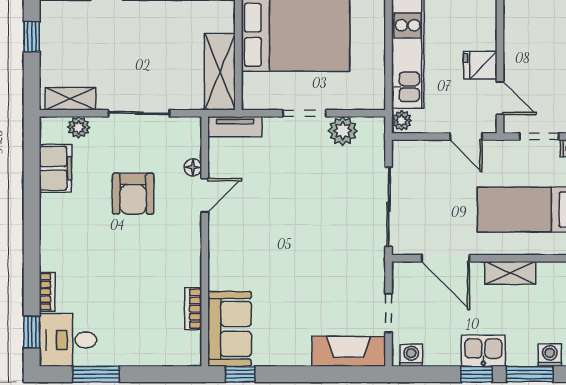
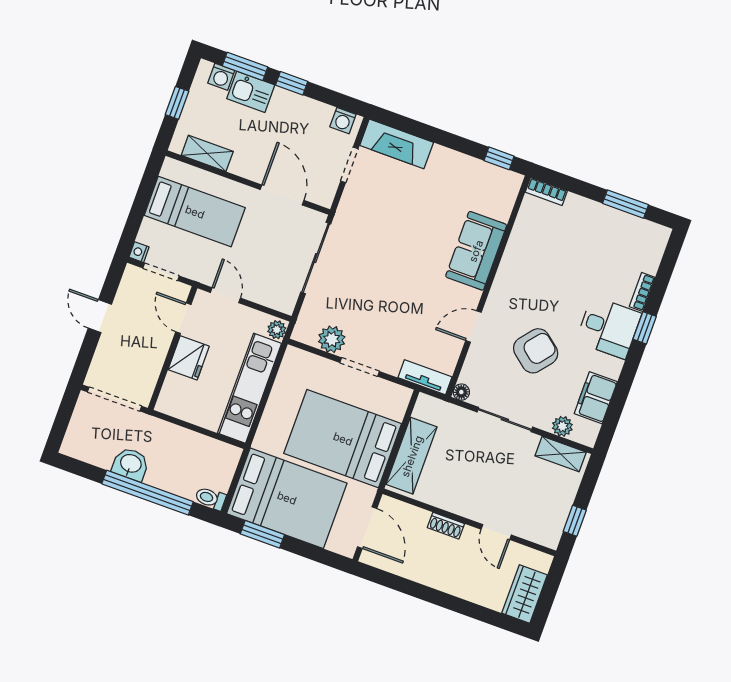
fridge: (480, 65) -> (189, 358), width x1.38
shelving: (220, 72) -> (412, 456), moved
floor lamp: (193, 167) -> (461, 392), moved
armchair: (133, 194) -> (536, 351), turned 39
shelving: (510, 273) -> (207, 153), moved
bookcase: (193, 309) -> (546, 191), moved, turned 90
sofa: (229, 329) -> (476, 251), moved
window: (32, 332) -> (645, 328), moved
desk: (68, 340) -> (609, 328), moved
kitchen sink: (483, 351) -> (251, 92), moved

